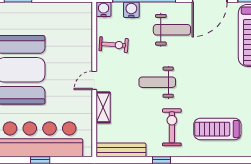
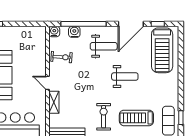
door: (94, 80) -> (48, 83), hinge flipped
weight bench: (157, 82) -> (125, 77), moved, turned 180

